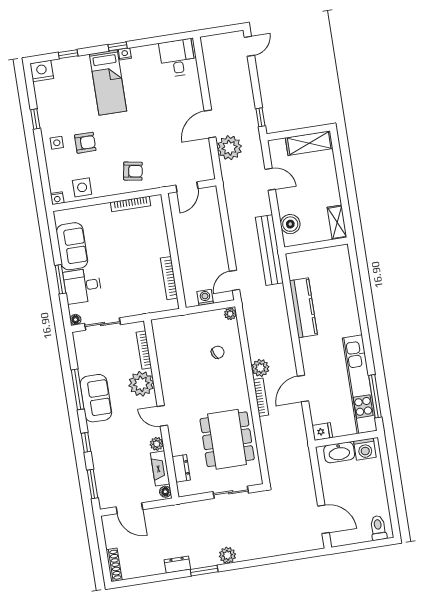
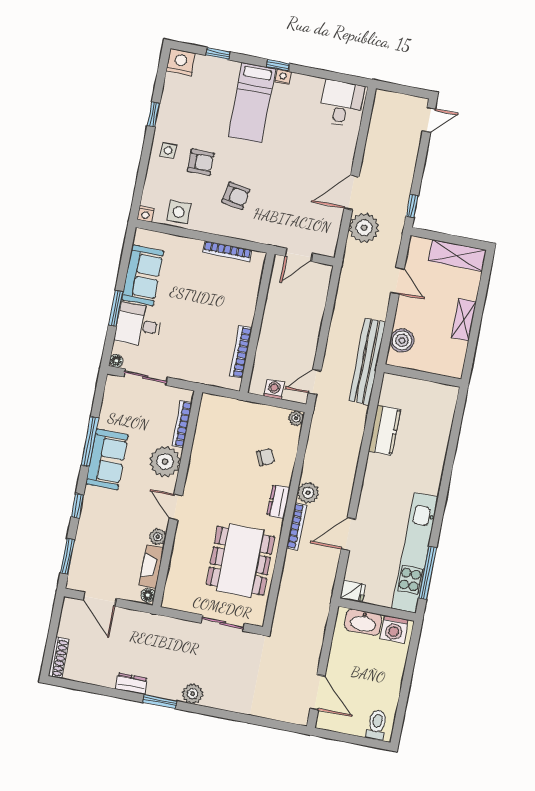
armchair: (133, 171) -> (236, 196), moved
shelving: (337, 222) -> (464, 320), moved
kitchen counter: (303, 308) -> (384, 430), width x0.67
dresser: (181, 468) -> (278, 502), moved, turned 180

